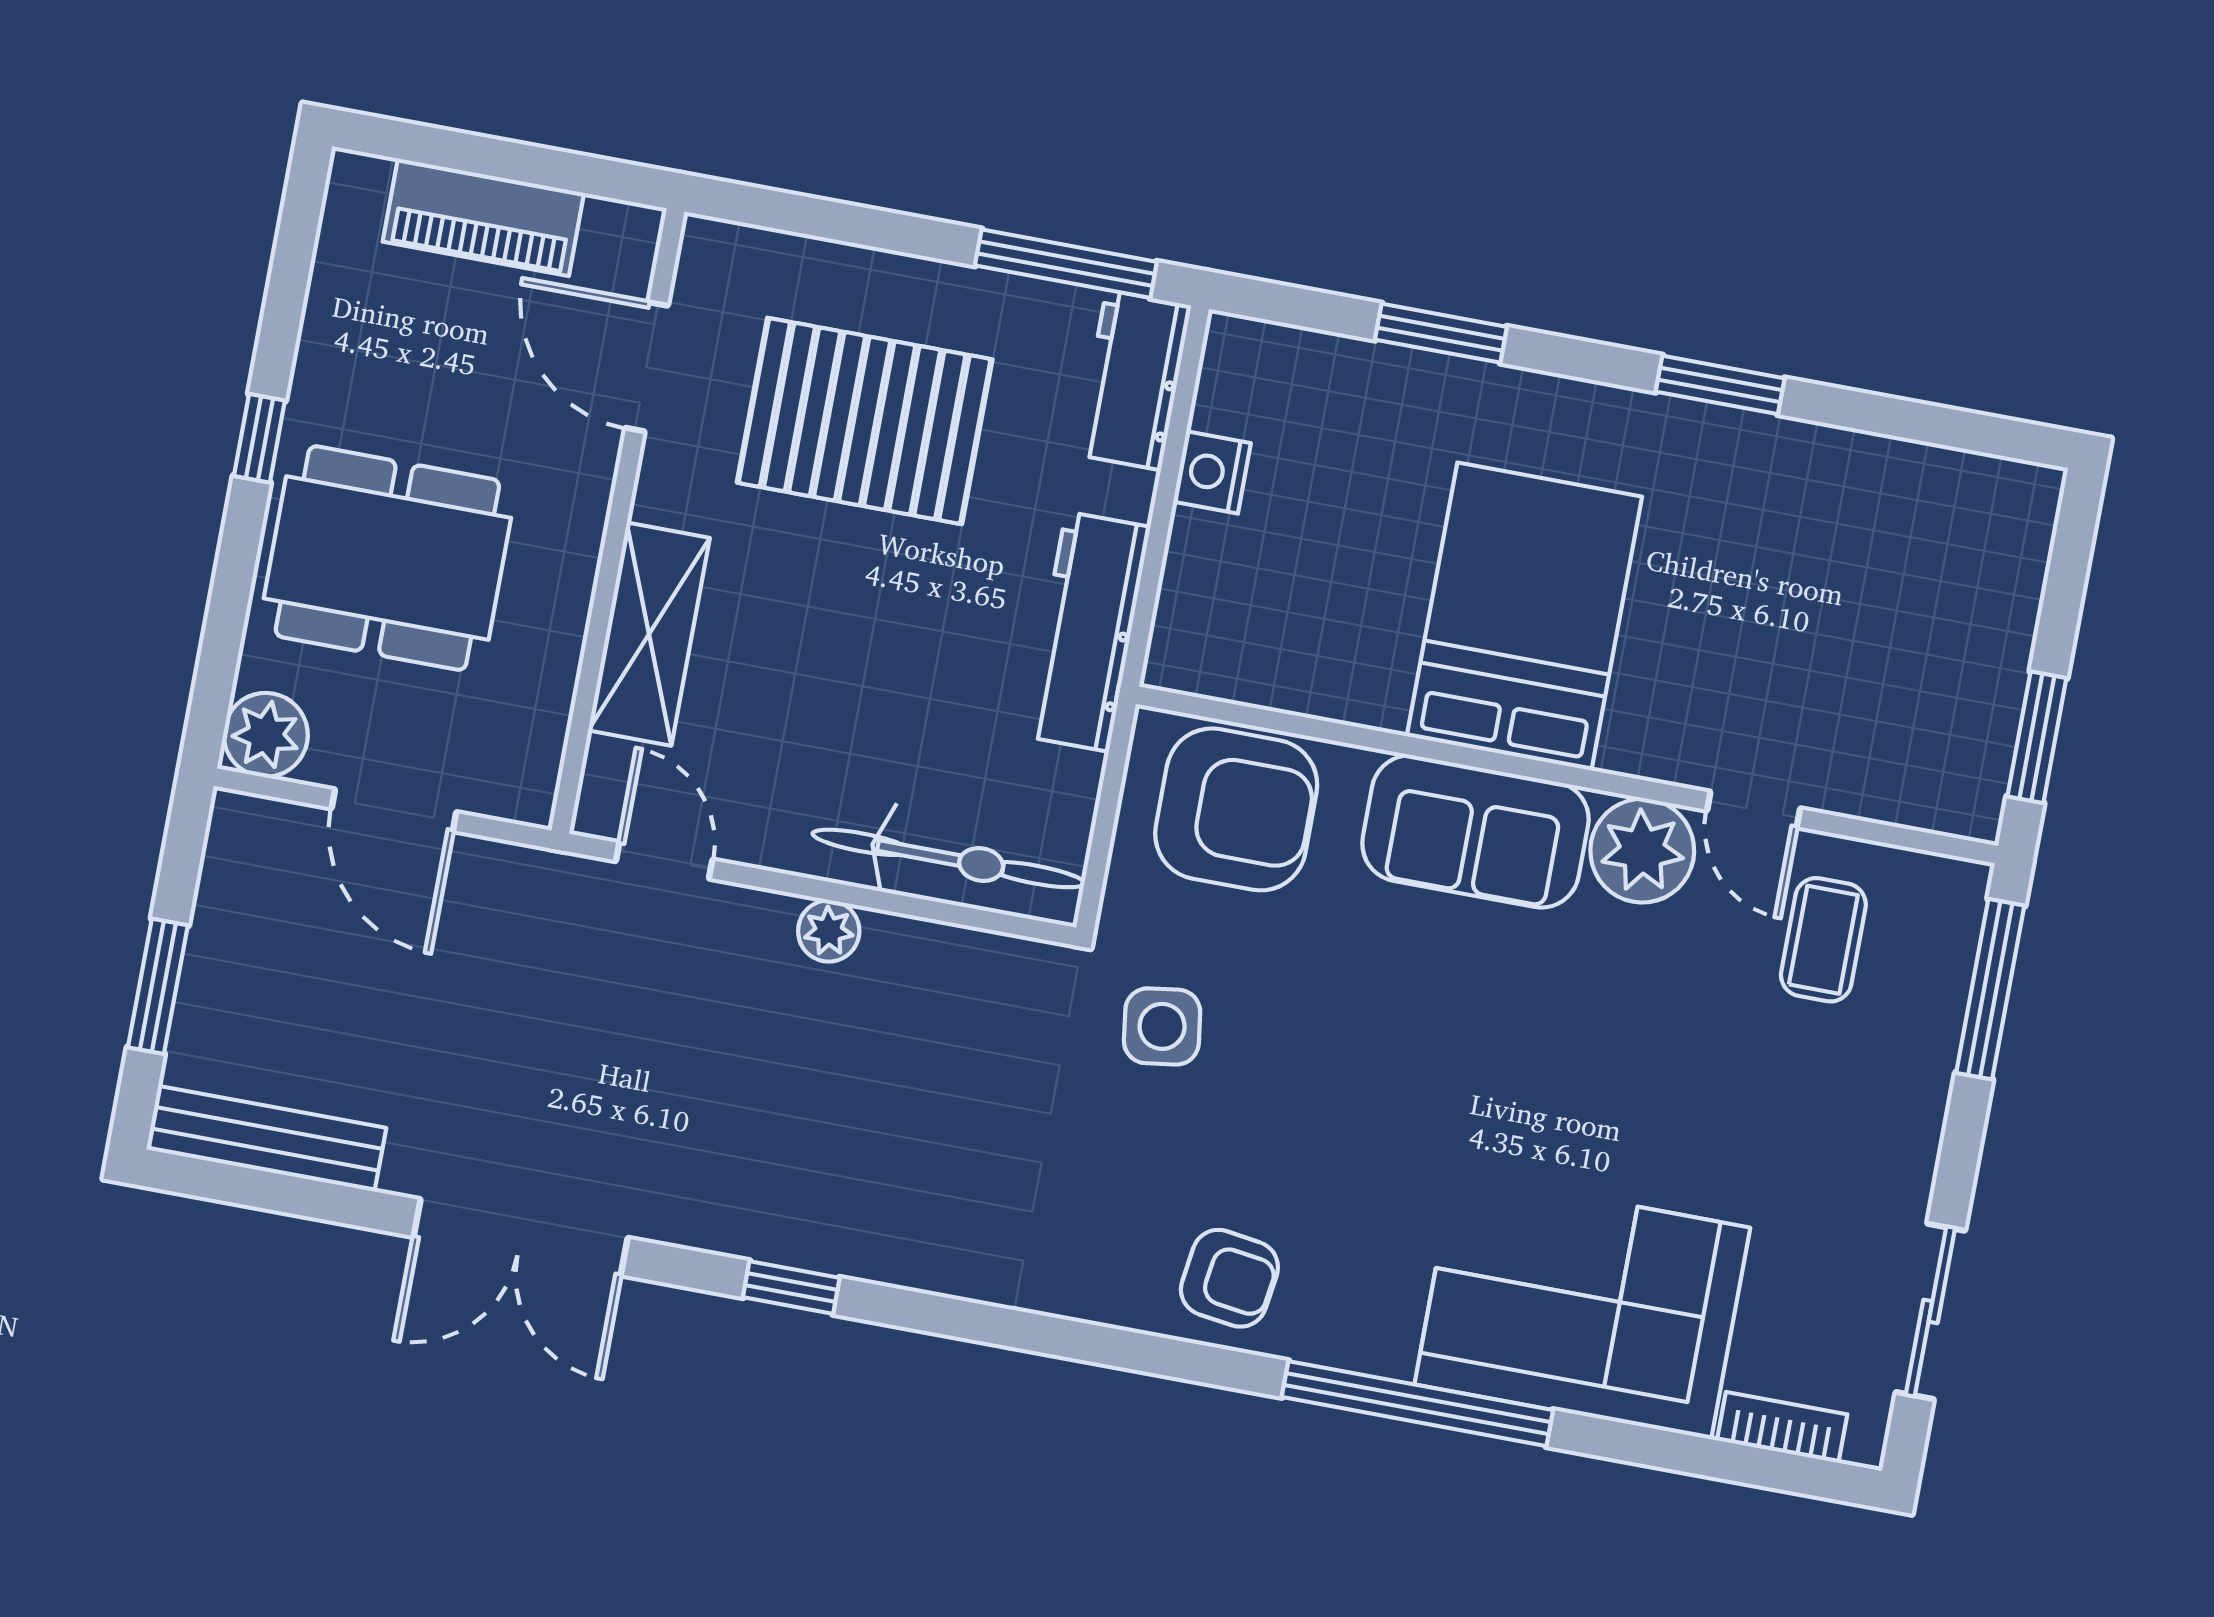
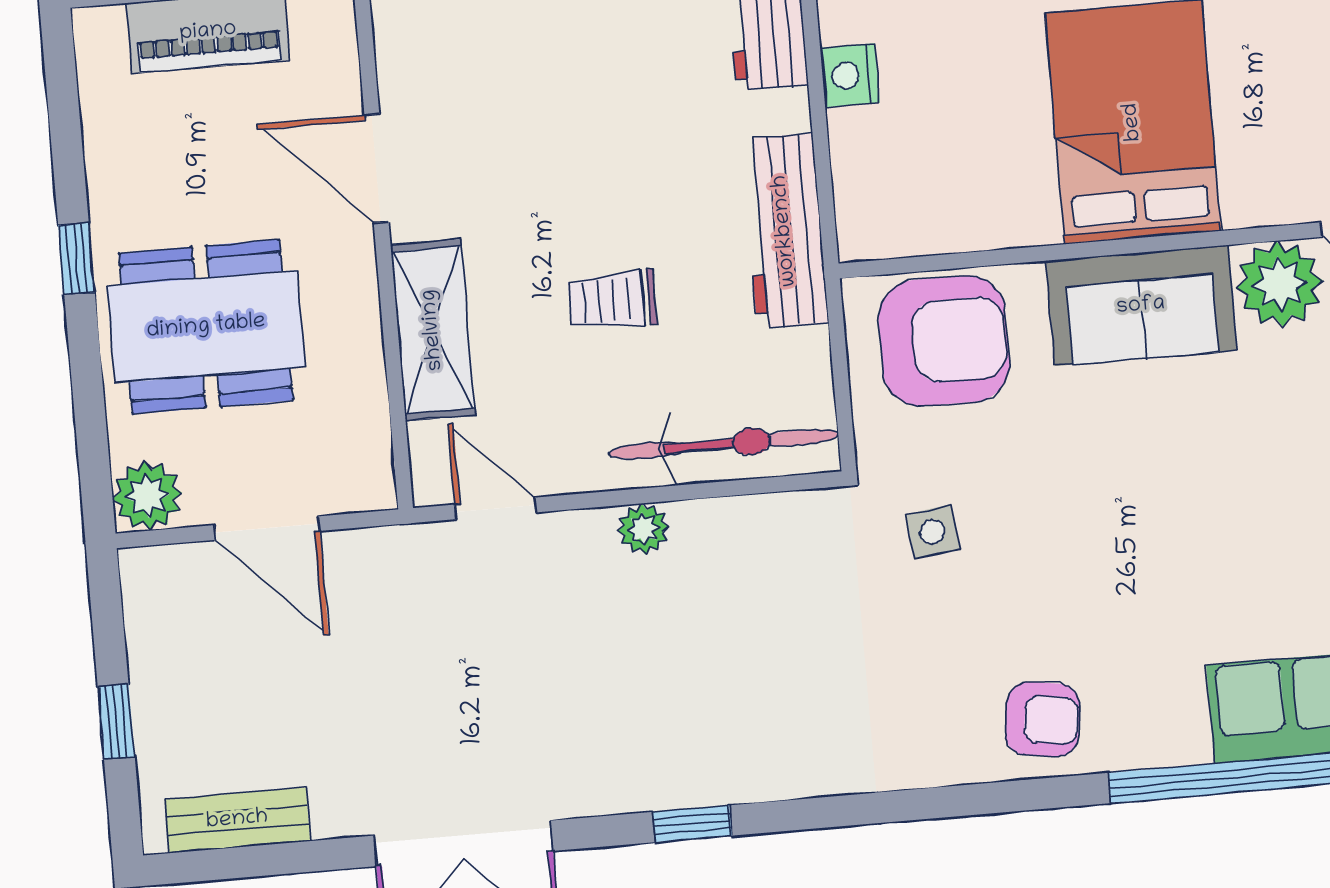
door: (647, 367) -> (376, 168), moved
pallet: (865, 421) -> (559, 111), removed
trolley: (866, 657) -> (612, 300), added
window: (158, 986) -> (116, 722), width x0.67
side table: (1162, 1026) -> (932, 532), width x0.73, depth x0.73
bench: (267, 1139) -> (237, 820), width x0.73

